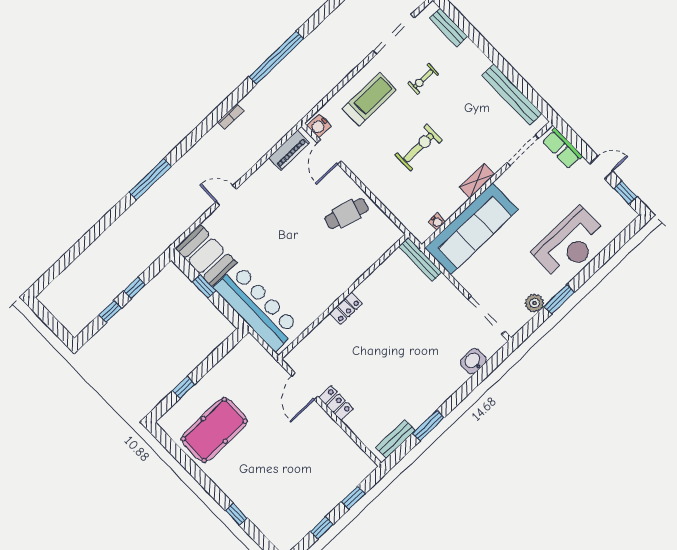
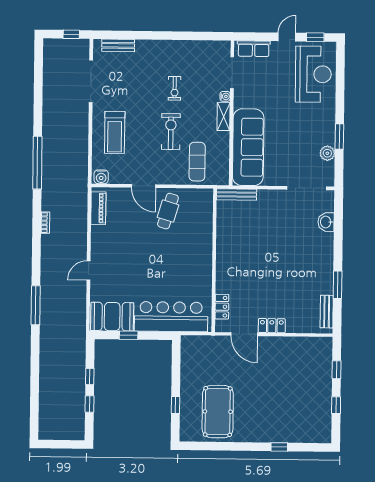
exercise bike: (423, 79) -> (175, 88), moved
bench: (512, 95) -> (194, 47), removed
treadmill: (369, 99) -> (115, 132), turned 180
door: (329, 152) -> (144, 186), moved
exercise mat: (415, 197) -> (197, 162), added
water cooler: (437, 222) -> (225, 96), moved
reception desk: (570, 244) -> (313, 74), moved
locker: (346, 308) -> (222, 307), moved

